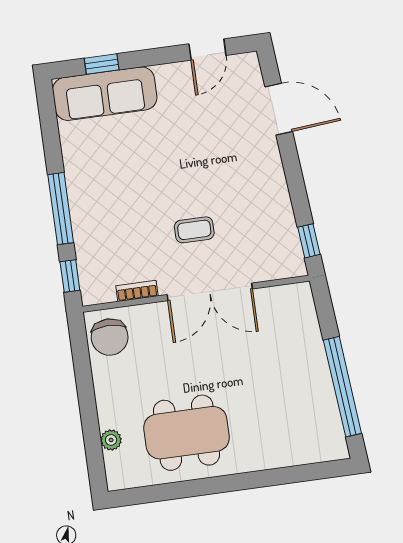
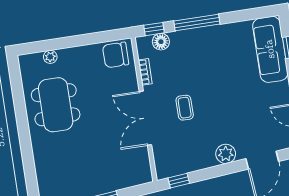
plant: (268, 166) -> (226, 154), added
floor lamp: (90, 266) -> (161, 42), added

